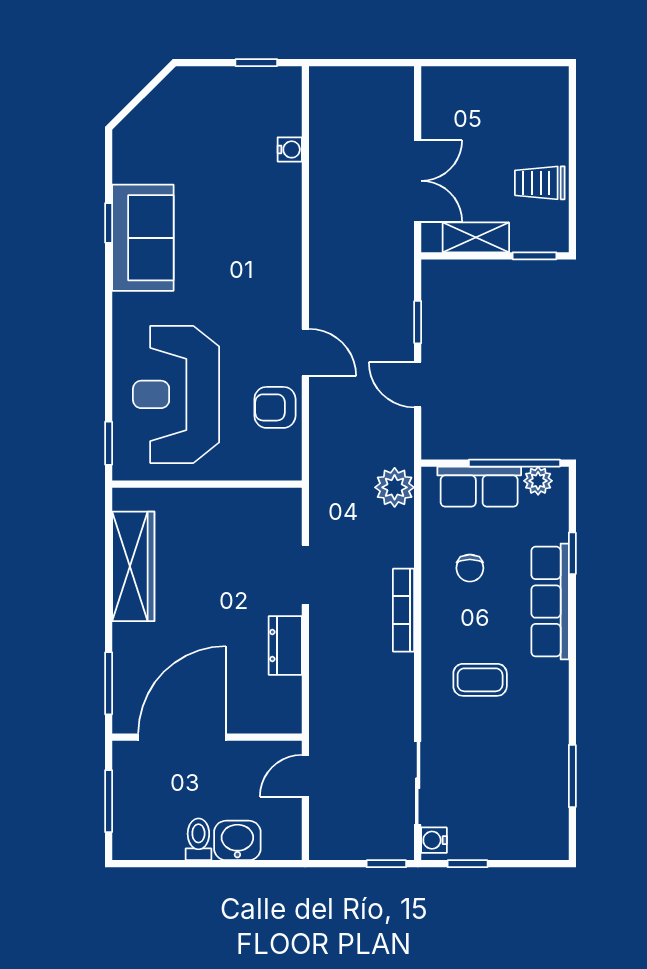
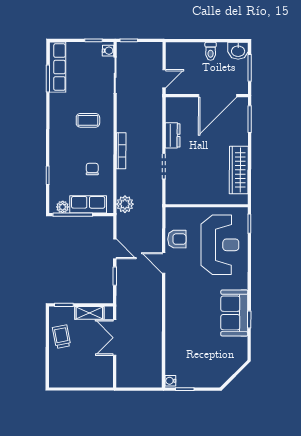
water cooler: (290, 149) -> (170, 381), moved
trolley: (540, 183) -> (62, 337), turned -101
row of seats: (550, 602) -> (58, 67), moved
washbasin: (237, 840) -> (238, 51), moved

